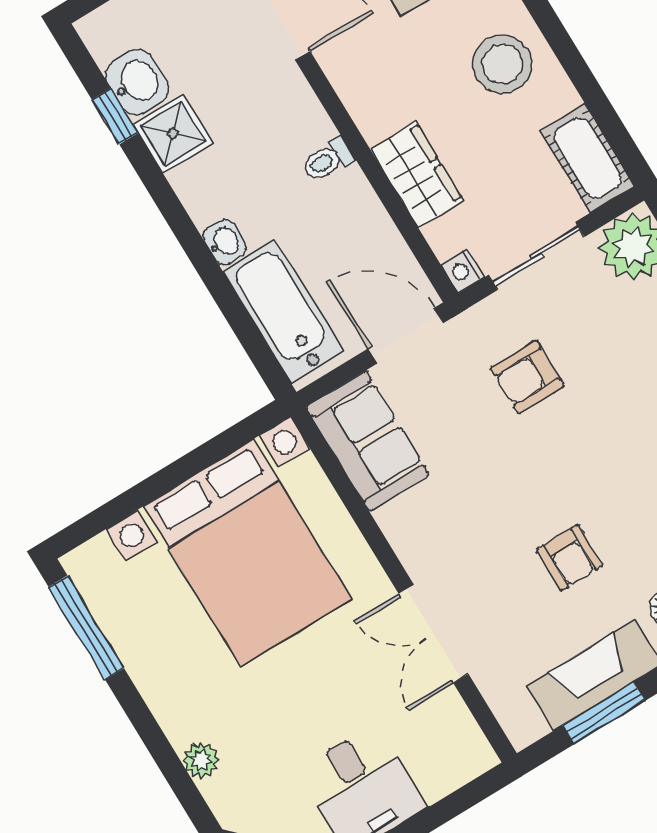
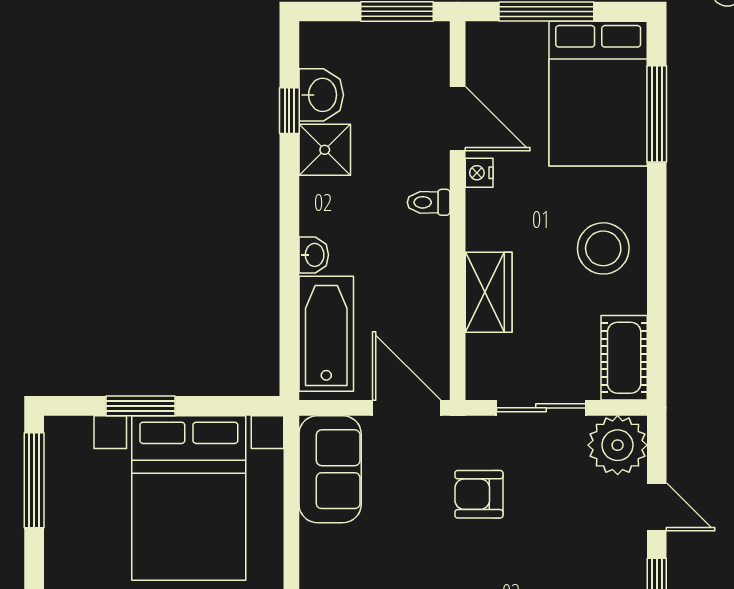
toilet: (328, 160) -> (429, 202), moved
nightstand: (463, 271) -> (479, 173), moved
window: (145, 492) -> (140, 406), added

